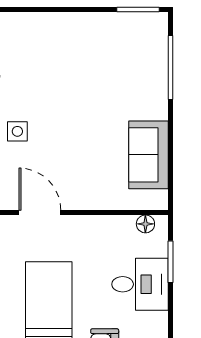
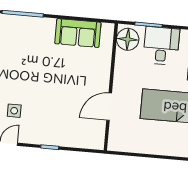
side table: (17, 131) -> (14, 111), moved
floor lamp: (145, 224) -> (128, 39), width x1.89, depth x1.89

